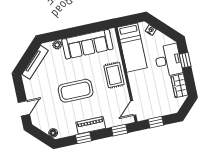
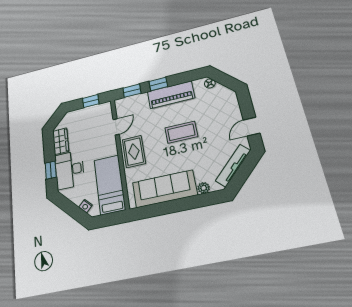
coffee table: (76, 91) -> (181, 132), width x0.73, depth x0.76
door: (24, 108) -> (252, 127), moved
door: (133, 108) -> (116, 127), moved
piano: (91, 125) -> (171, 95), width x1.37, depth x1.33
window: (83, 138) -> (158, 84), moved

